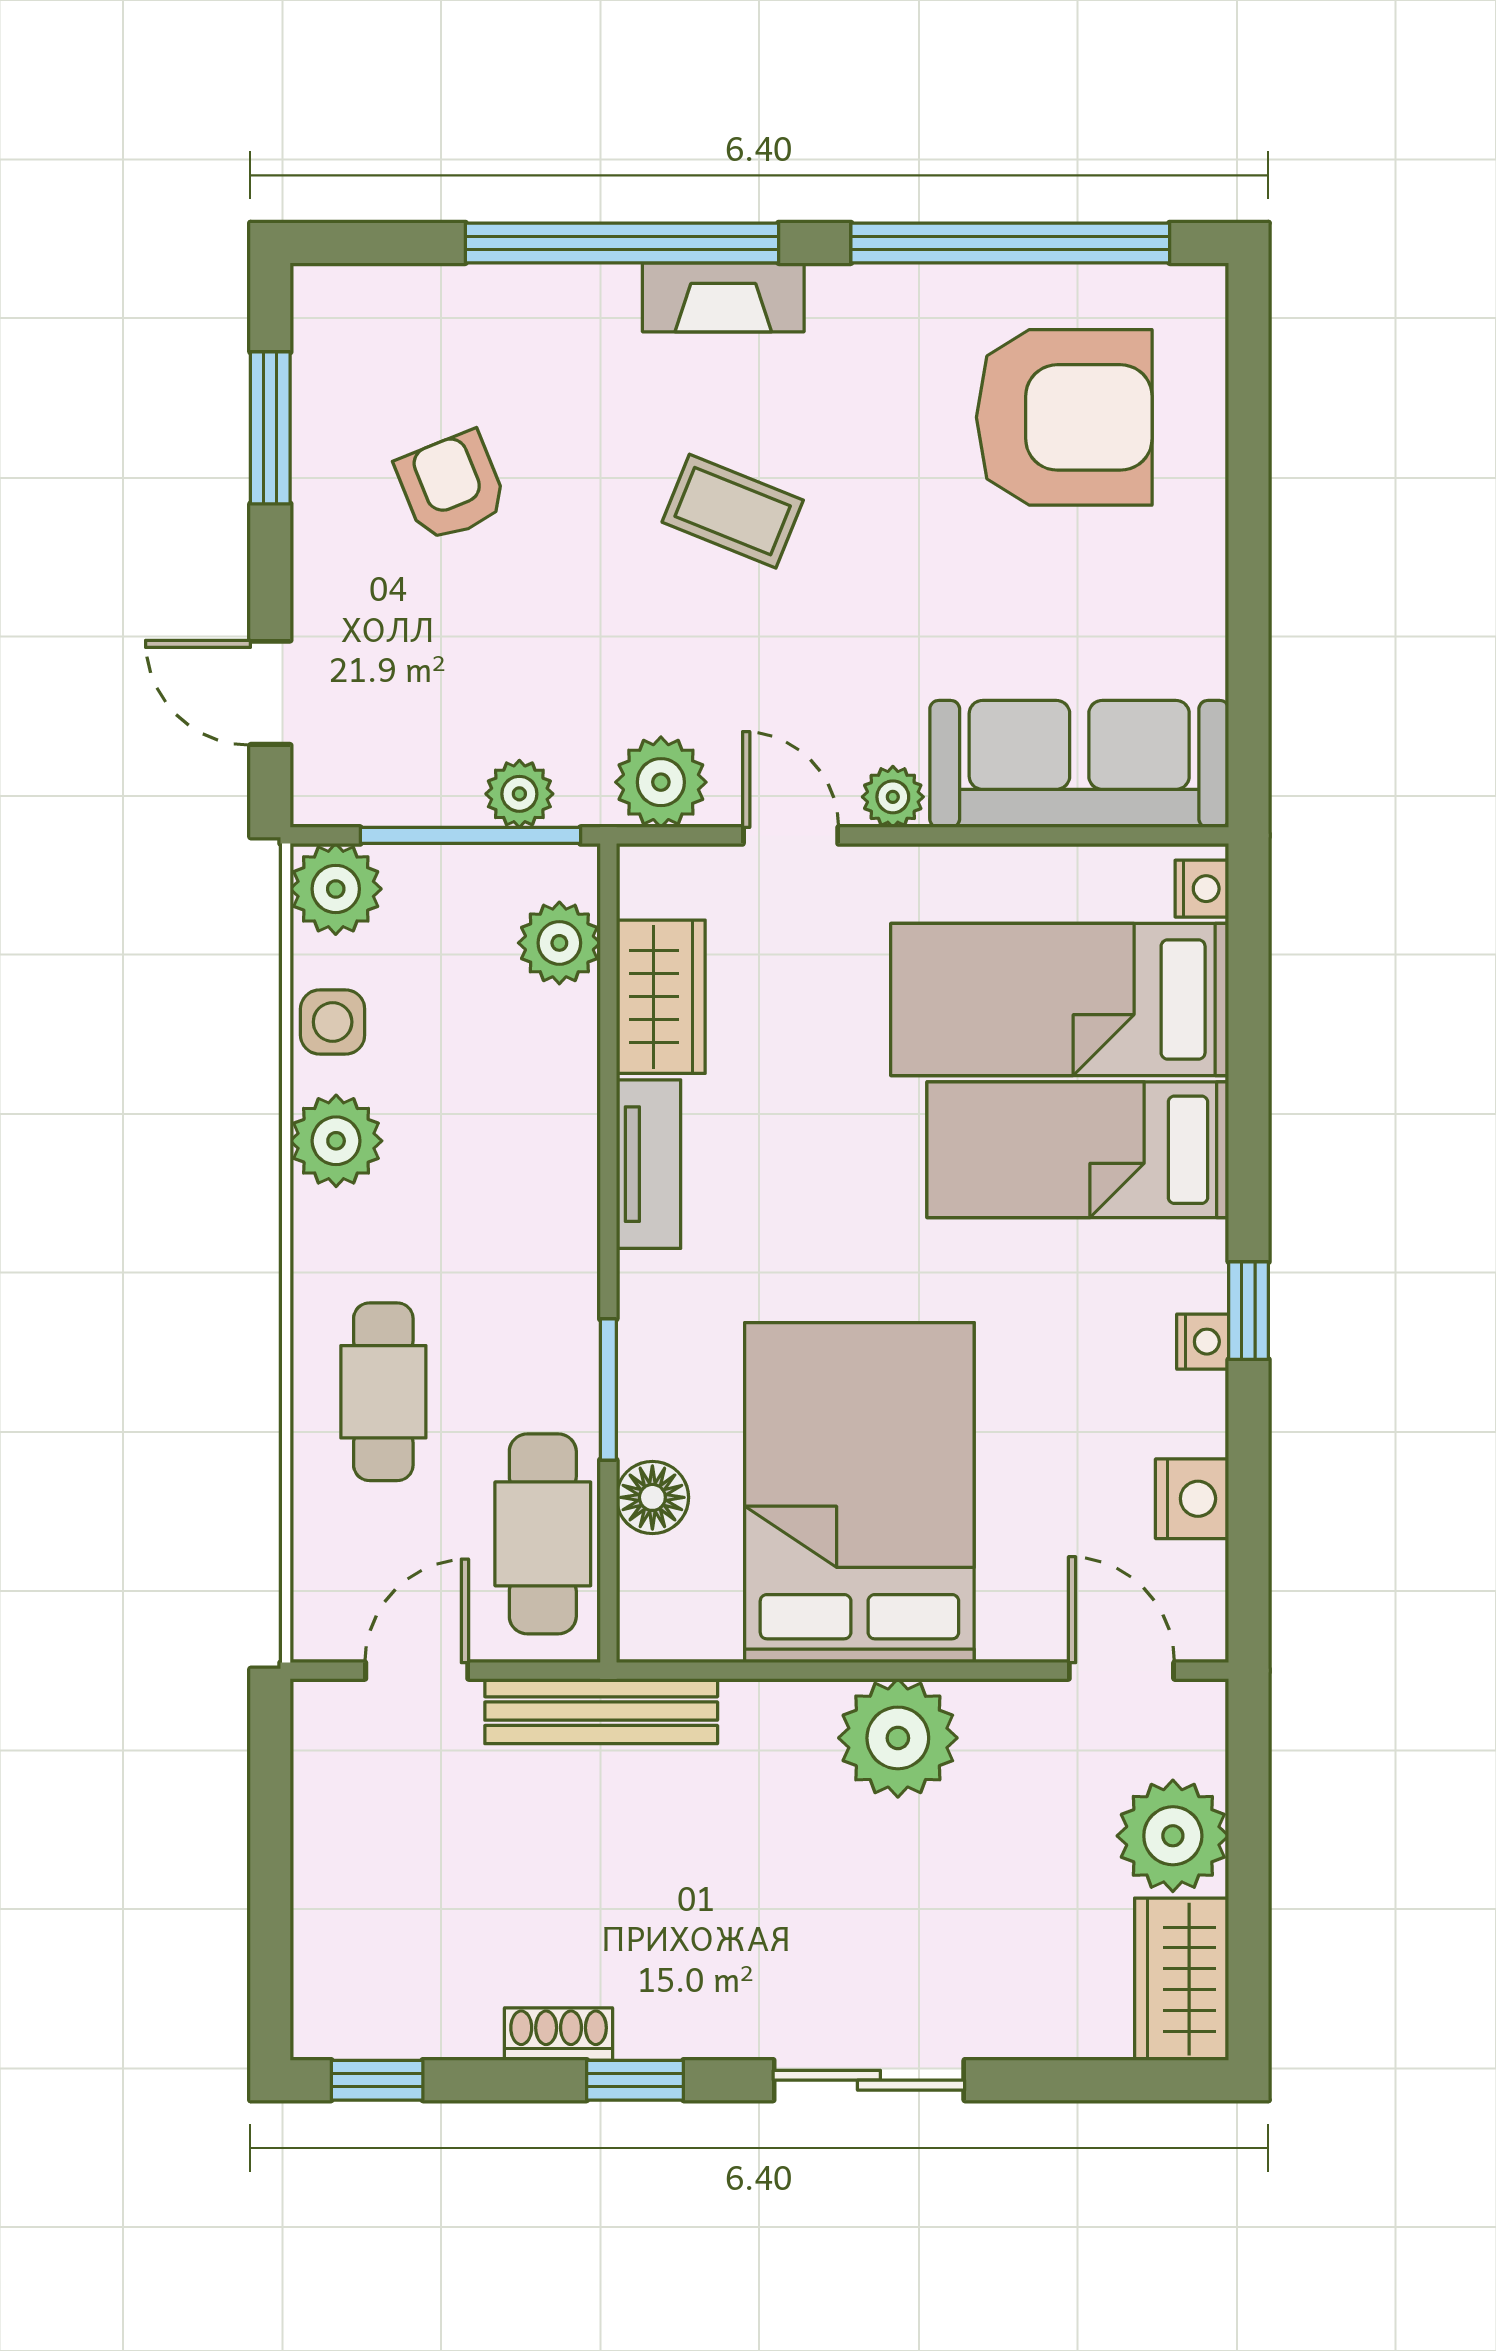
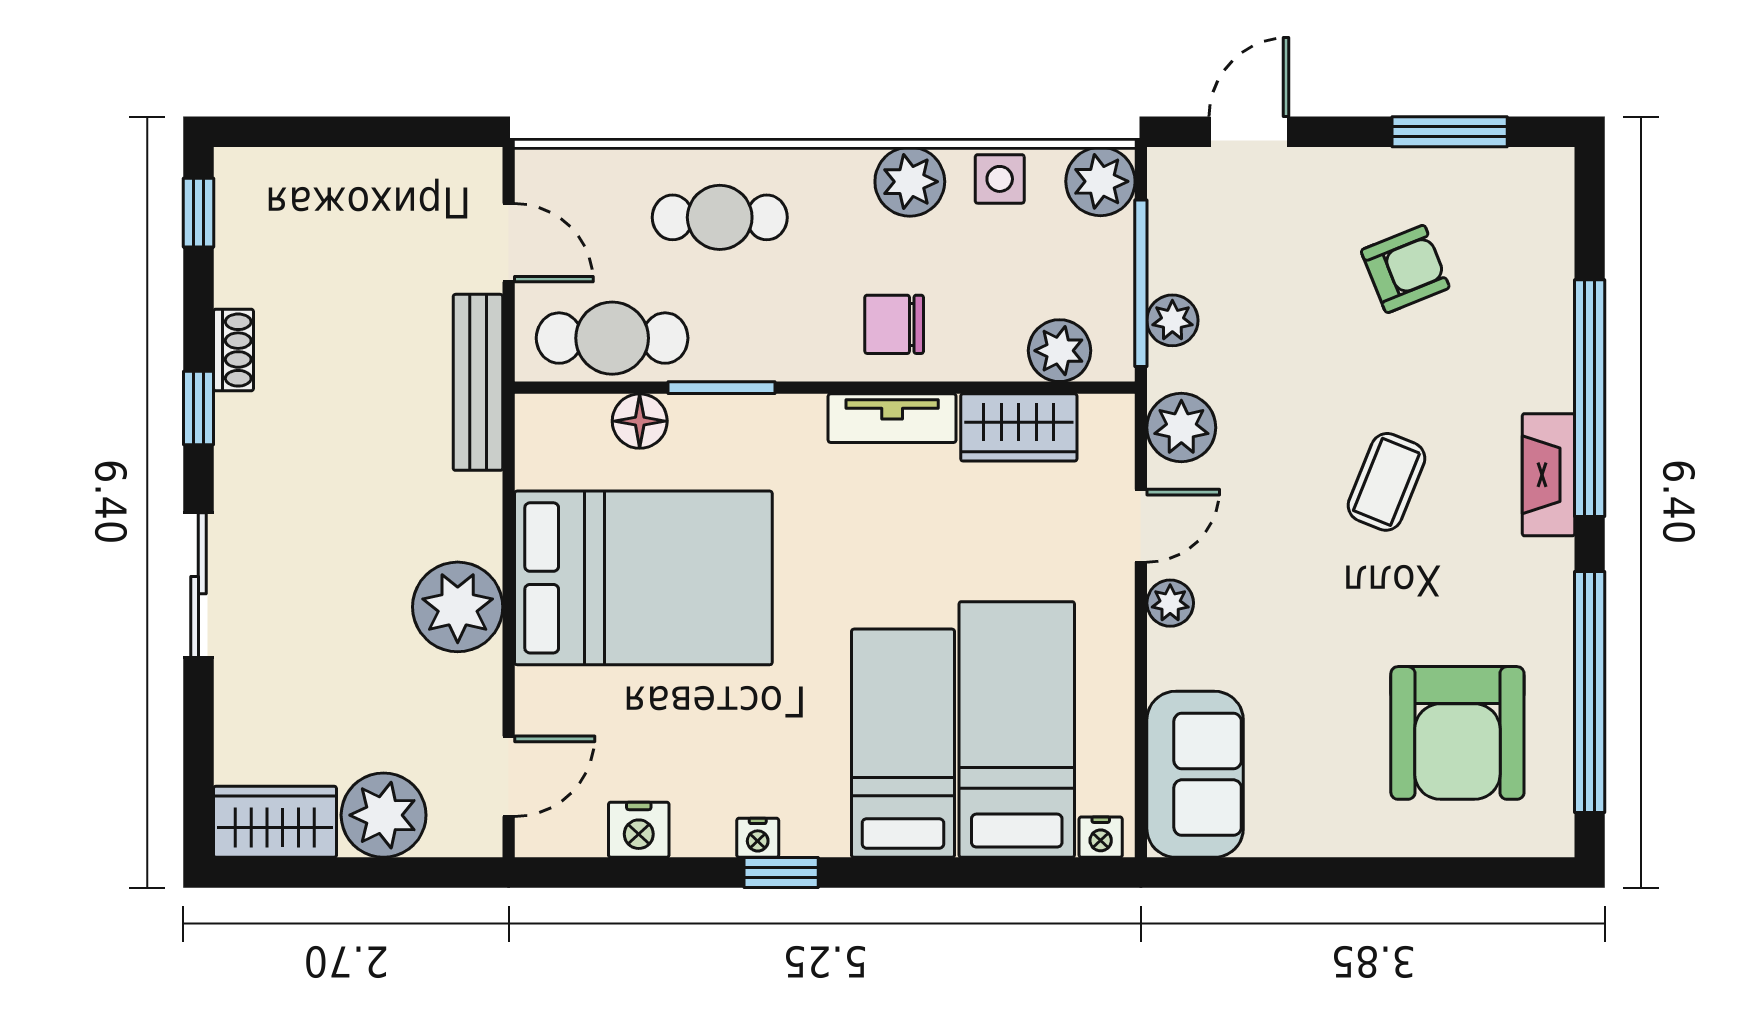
sofa: (1079, 764) -> (1195, 774), width x0.73
chair: (525, 1161) -> (894, 324), added

